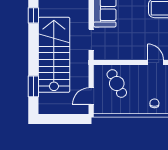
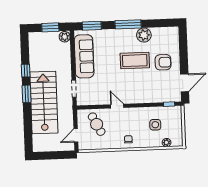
door: (156, 63) -> (117, 106), moved
window: (33, 86) -> (27, 94), moved

